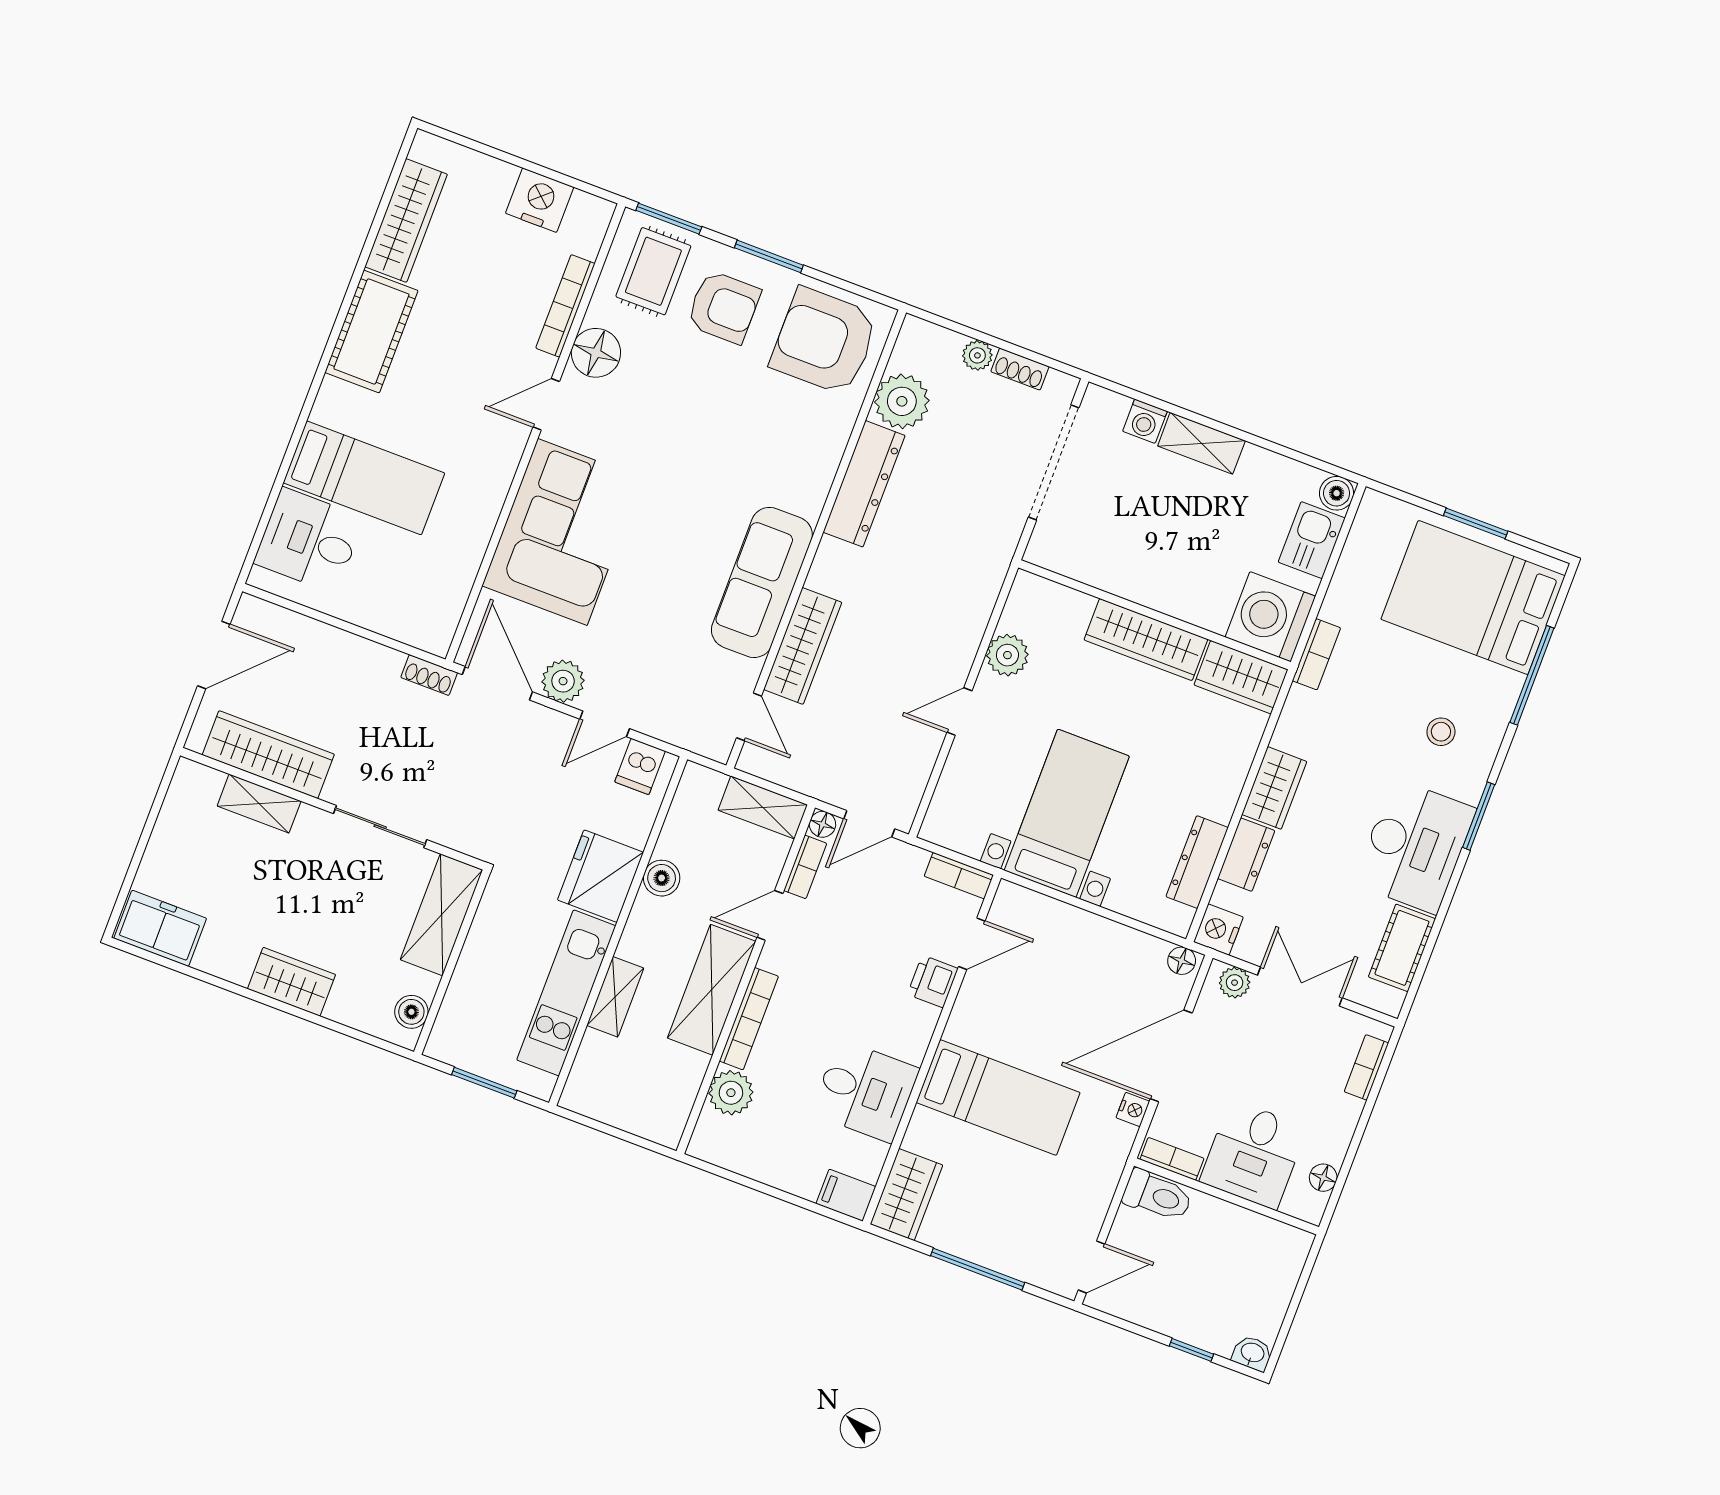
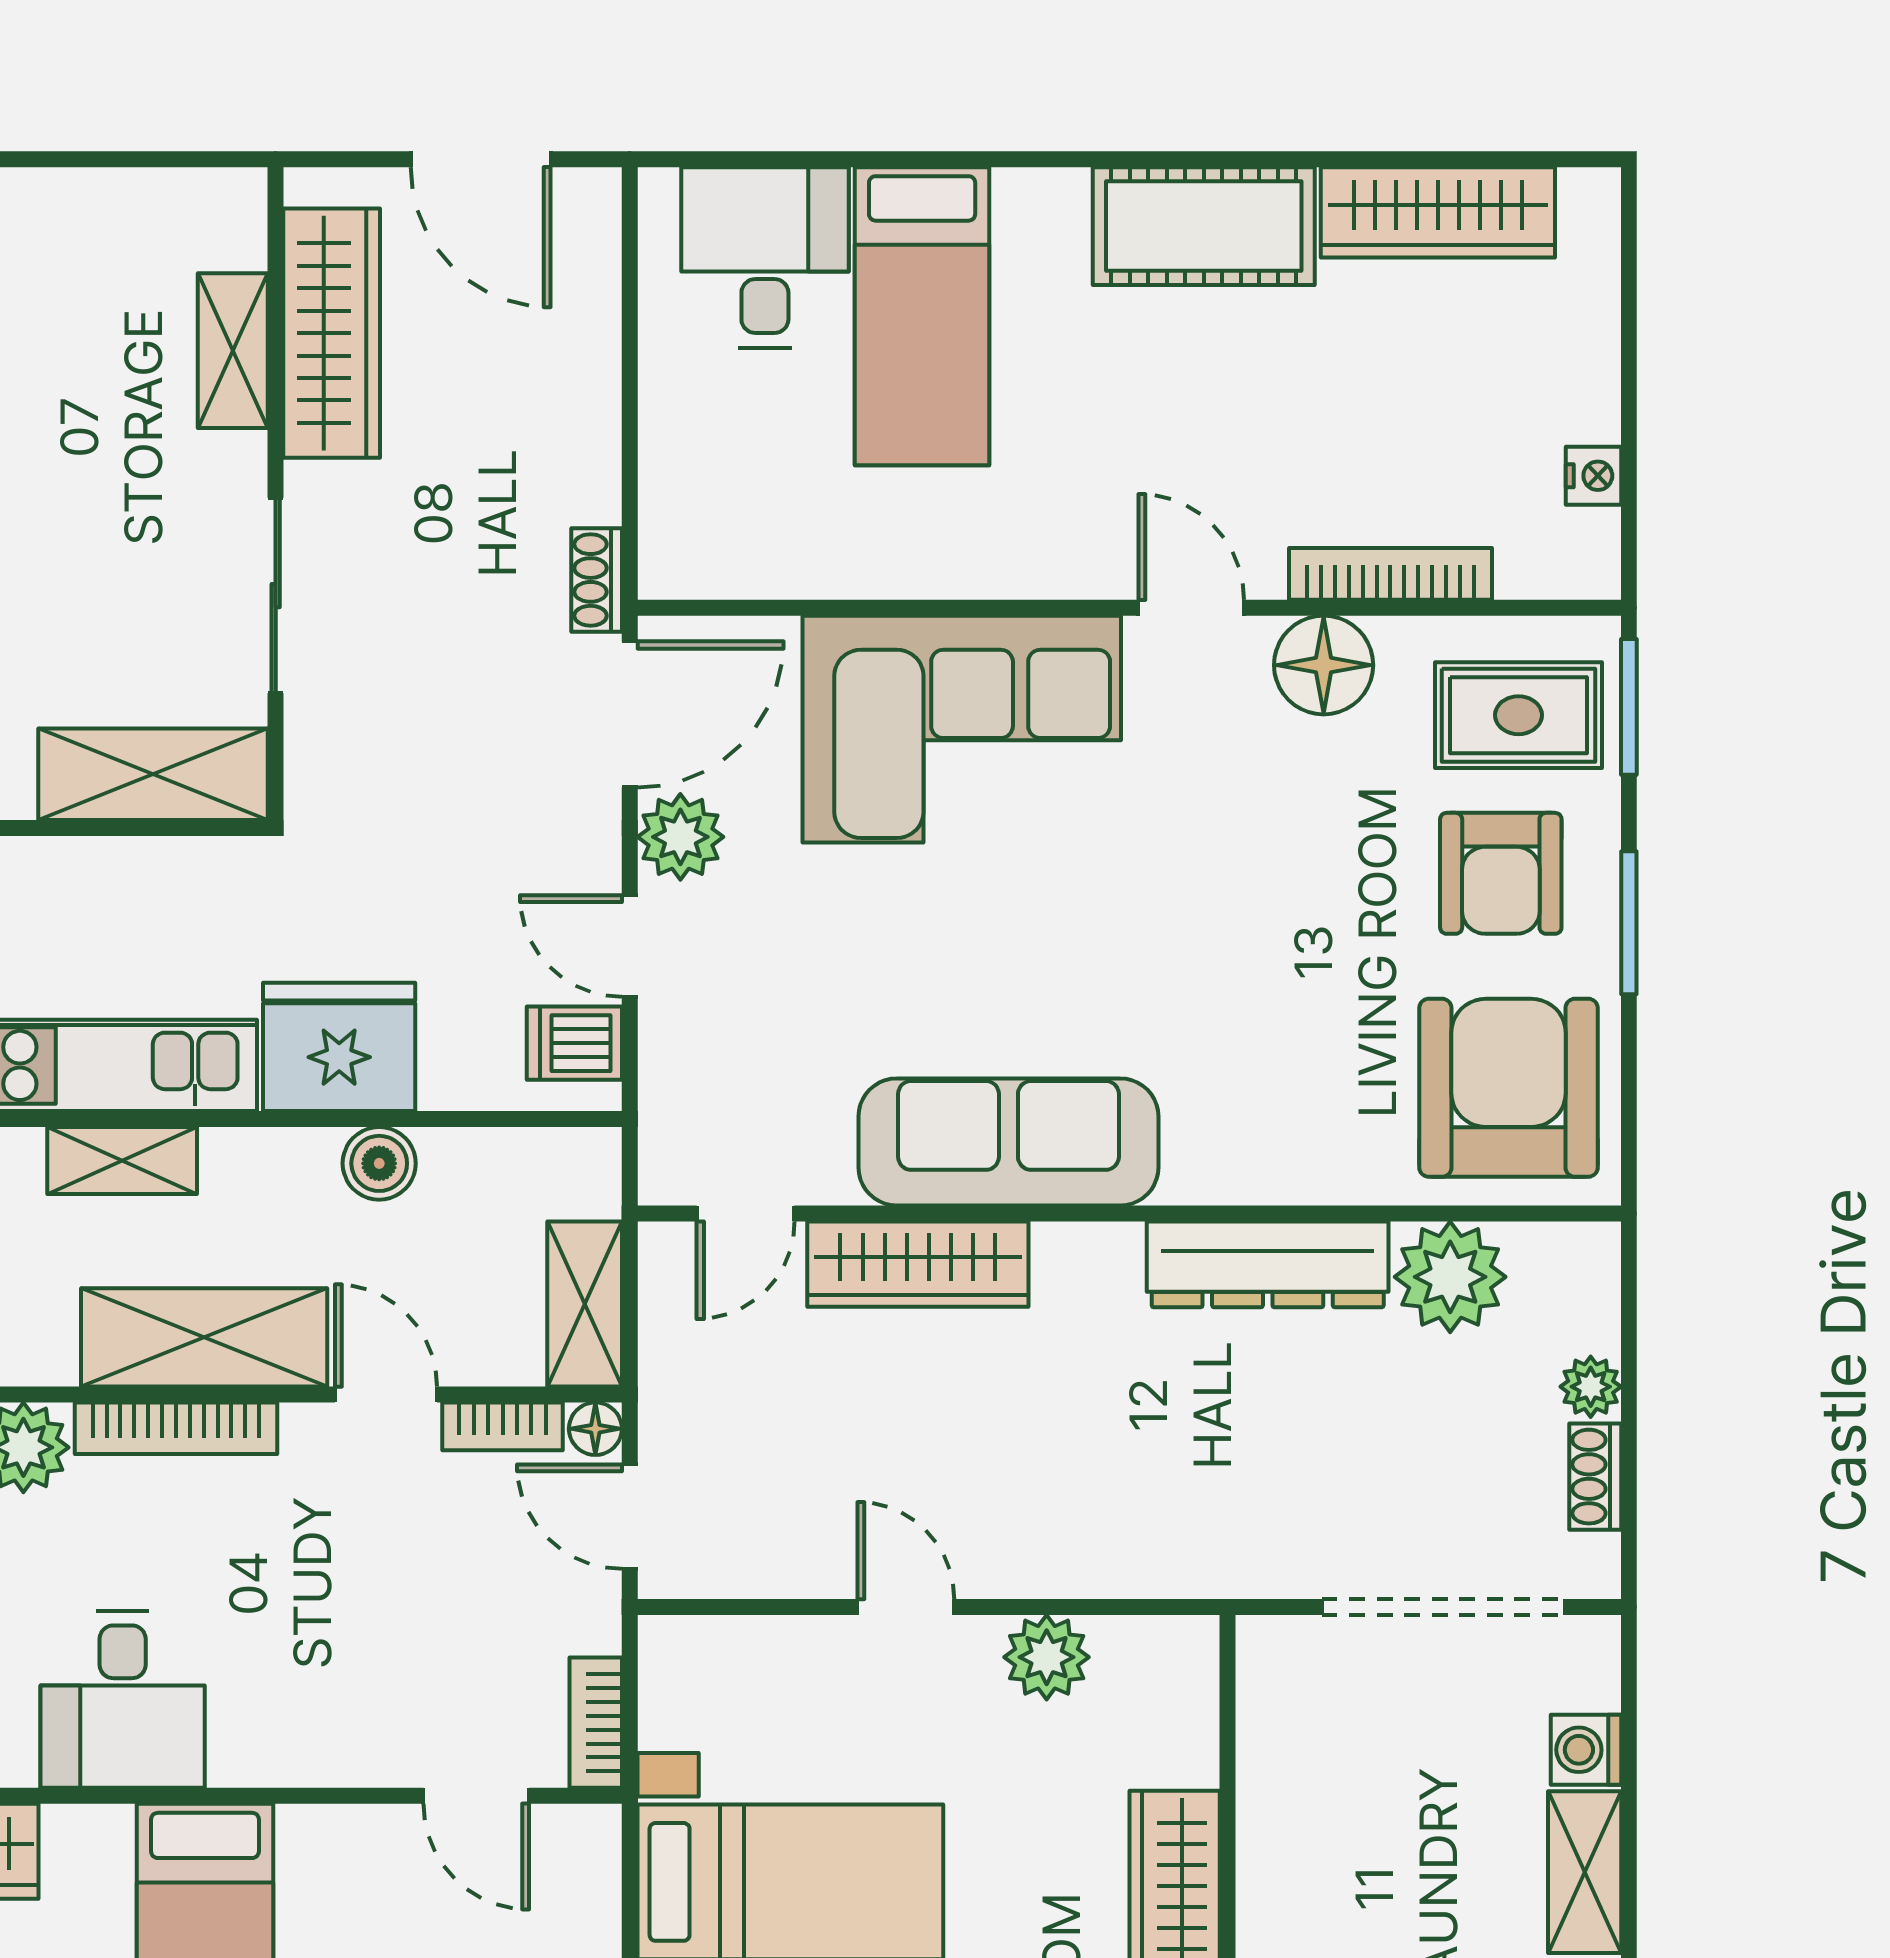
nightstand: (540, 200) -> (1593, 476), width x0.53, depth x0.56
printer: (933, 981) -> (377, 1749), removed

